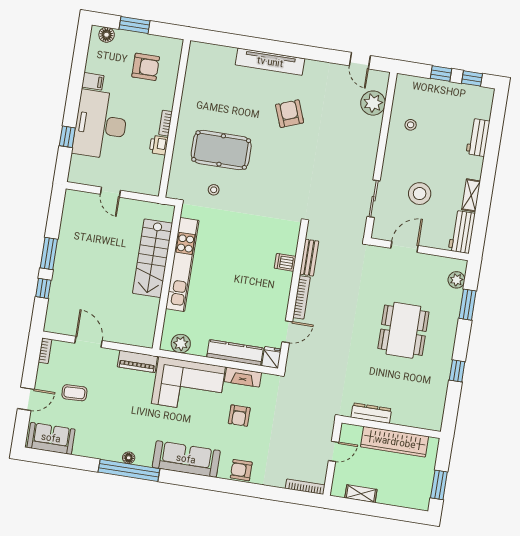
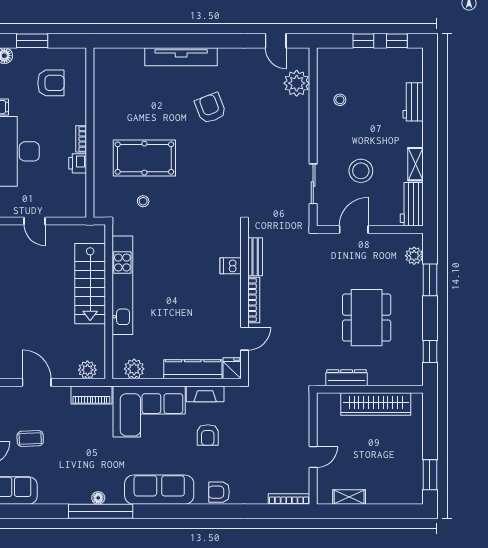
plant: (137, 338) -> (87, 370), added
dresser: (371, 413) -> (347, 378), moved
wall: (391, 427) -> (370, 389), moved
wardrobe: (395, 442) -> (376, 404), moved

